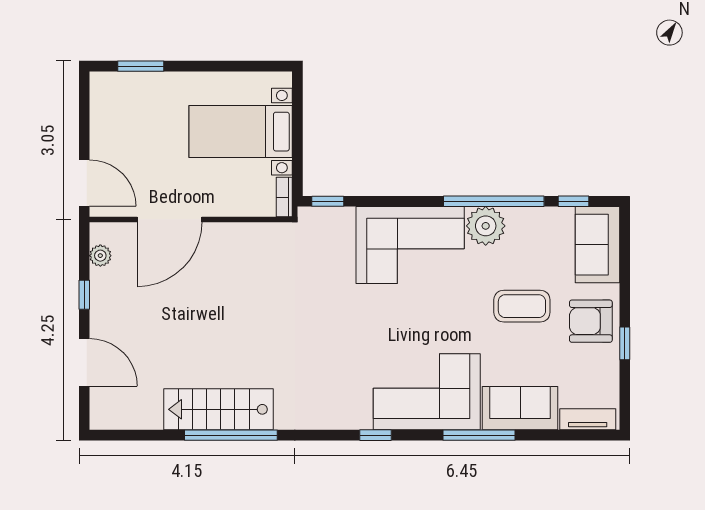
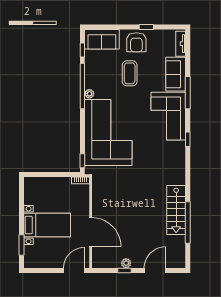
bed with nightstands: (241, 132) -> (47, 225), moved, turned -90
plant: (486, 226) -> (89, 94), width x0.53, depth x0.53
corner sofa: (410, 245) -> (108, 132), width x1.36, depth x1.36
plant: (100, 256) -> (126, 263), moved
window: (231, 435) -> (188, 222), moved

